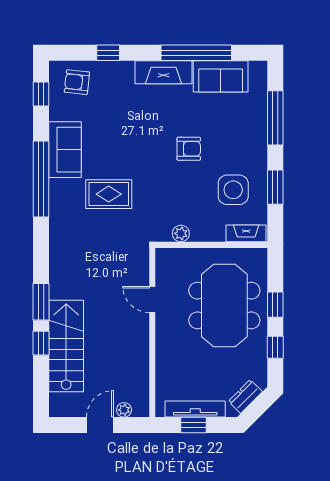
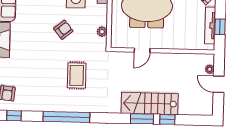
armchair: (189, 149) -> (63, 30), moved, turned 51
sofa: (65, 150) -> (49, 102), removed
stairs: (66, 346) -> (150, 103), moved

